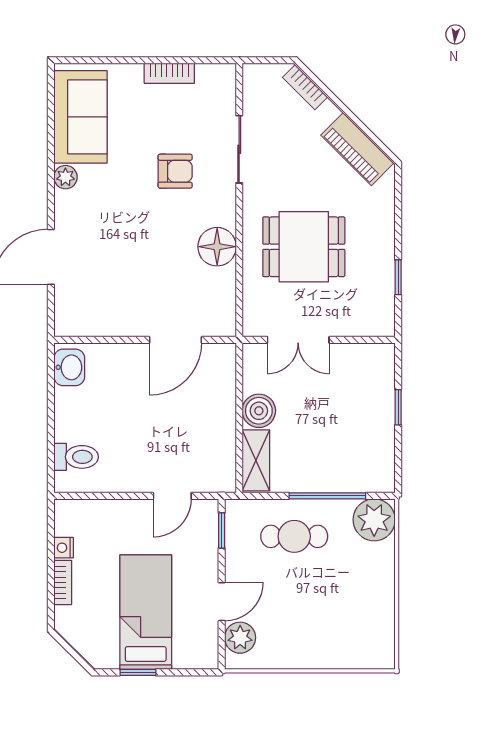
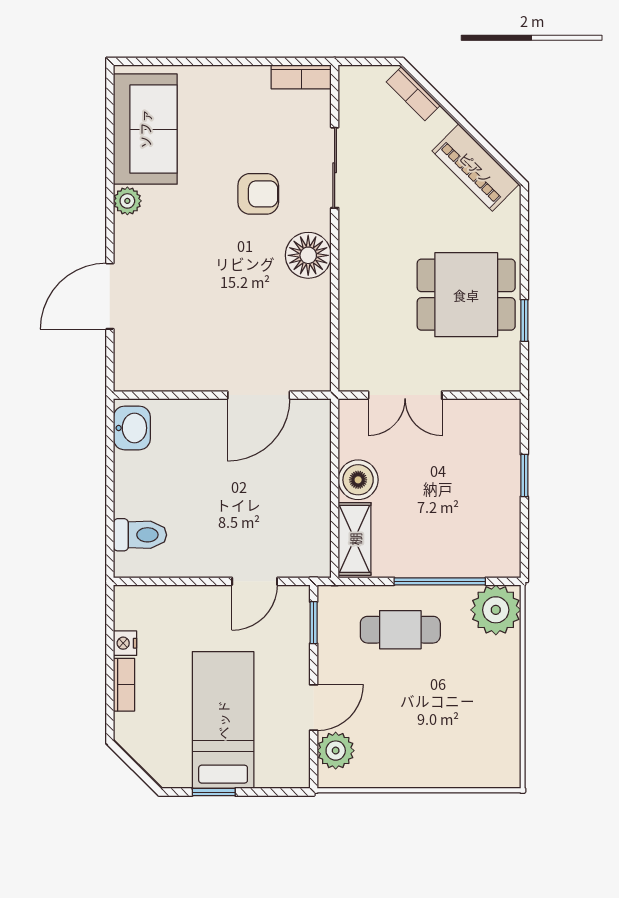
bookcase: (169, 73) -> (301, 77), moved
floor lamp: (217, 247) -> (308, 255), moved
dining table: (304, 247) -> (466, 295), moved

